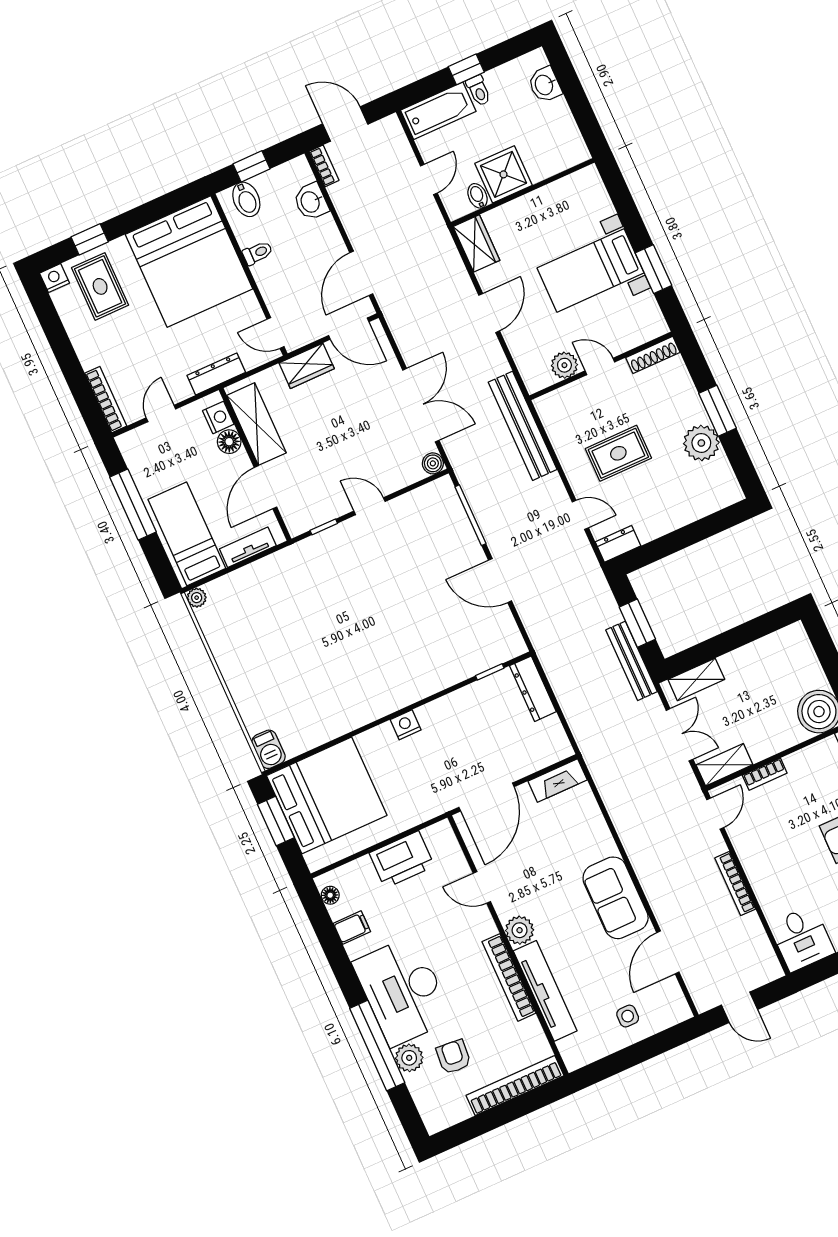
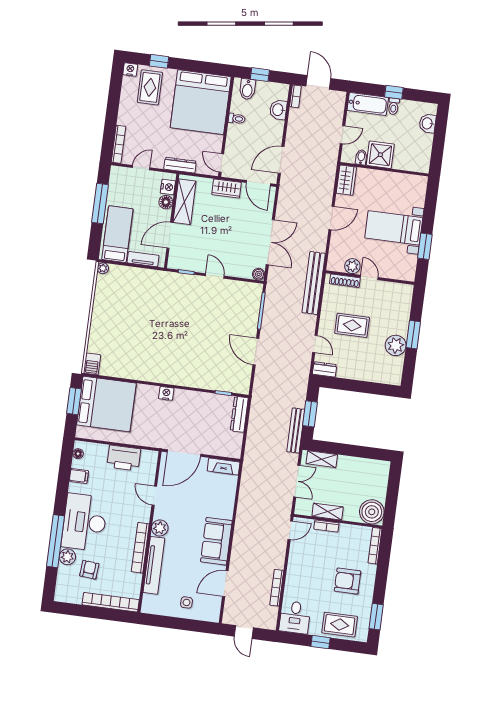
shoe rack: (653, 355) -> (345, 281), moved
shelving: (724, 765) -> (328, 512), moved
bookcase: (735, 883) -> (277, 588), moved

